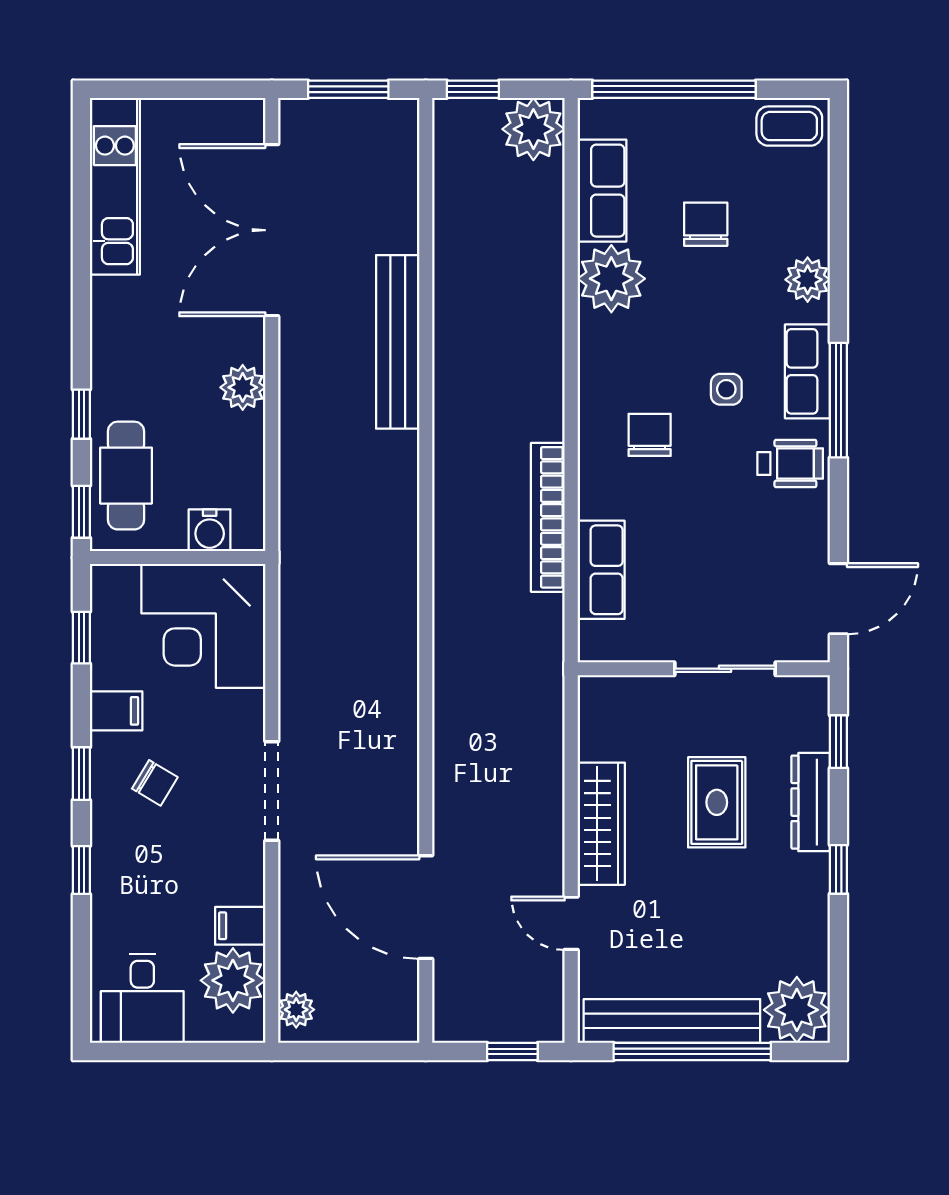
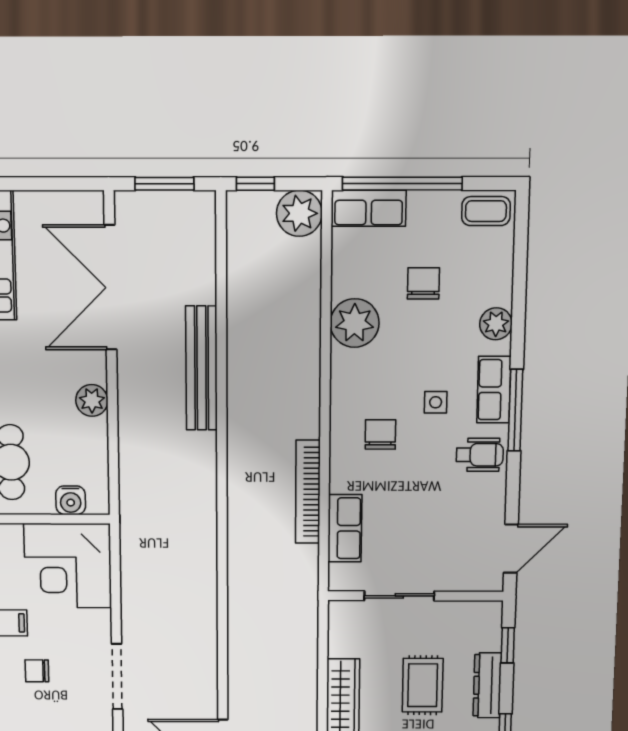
row of seats: (602, 191) -> (369, 208), moved, turned 90
sliding door: (725, 669) -> (399, 596), moved
chair: (155, 783) -> (37, 671), turned 149

